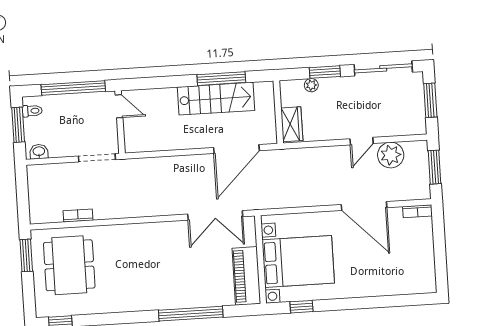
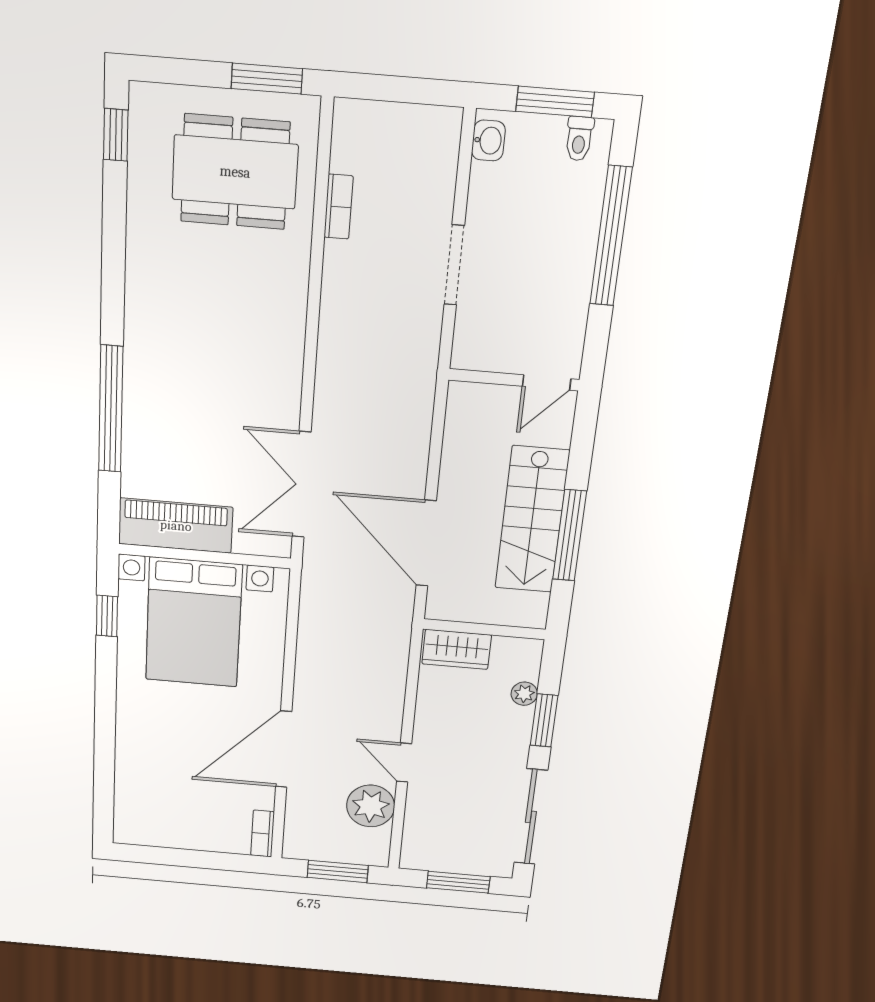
door: (119, 106) -> (547, 383), moved
wall: (120, 122) -> (514, 380), moved

